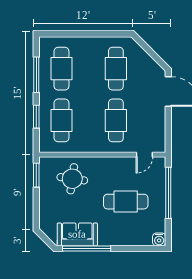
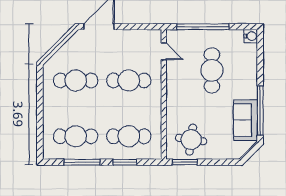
round table: (72, 179) -> (191, 140), moved

